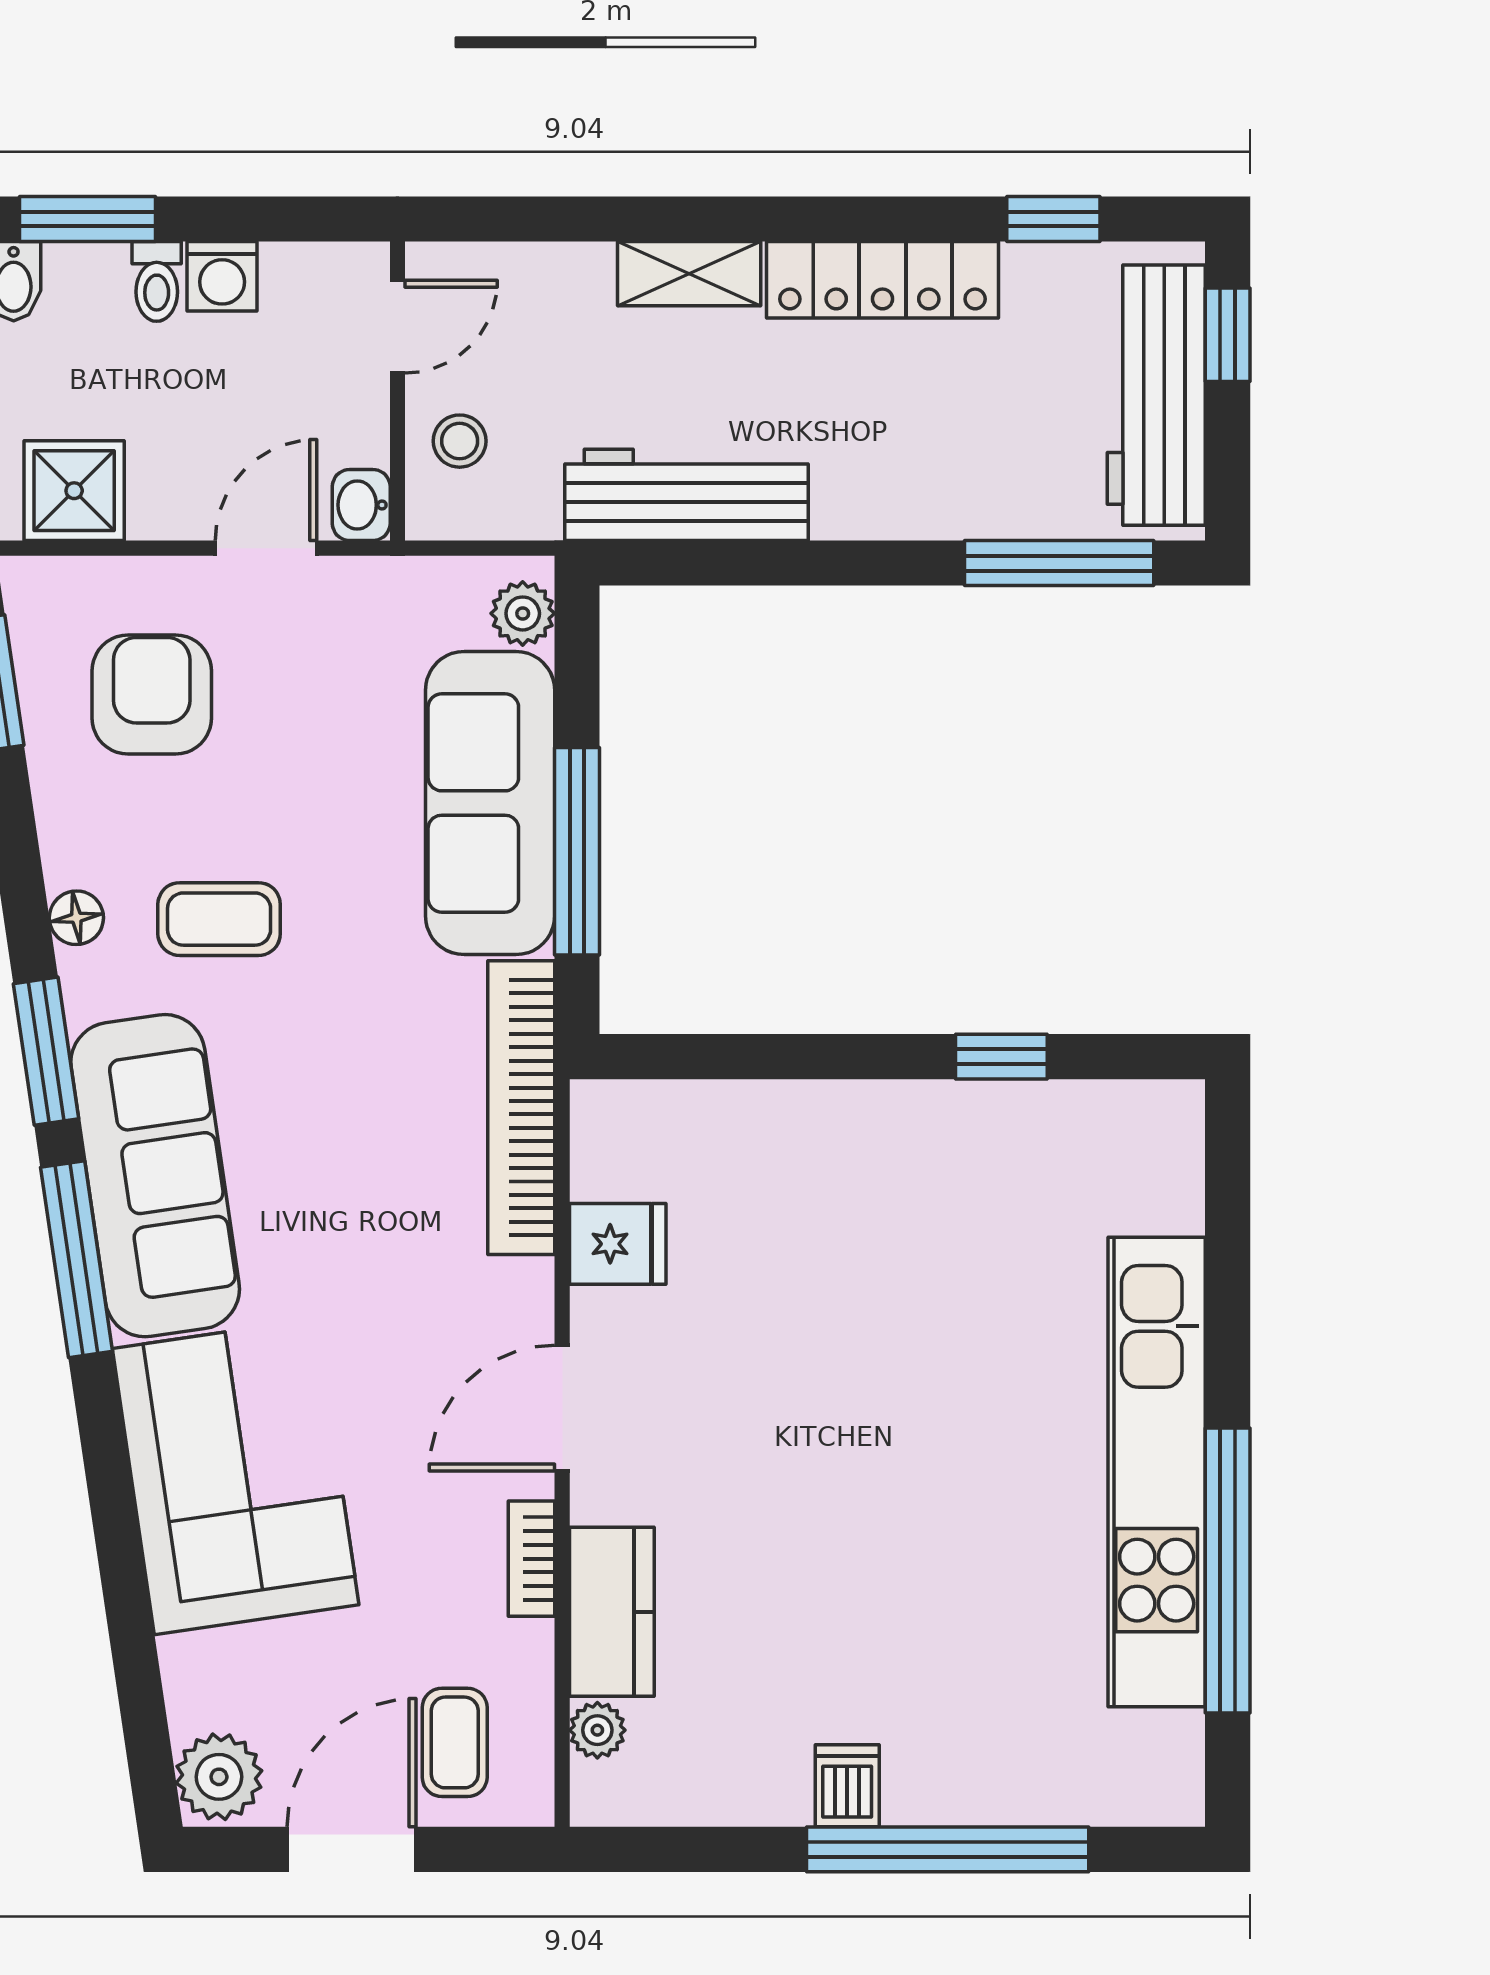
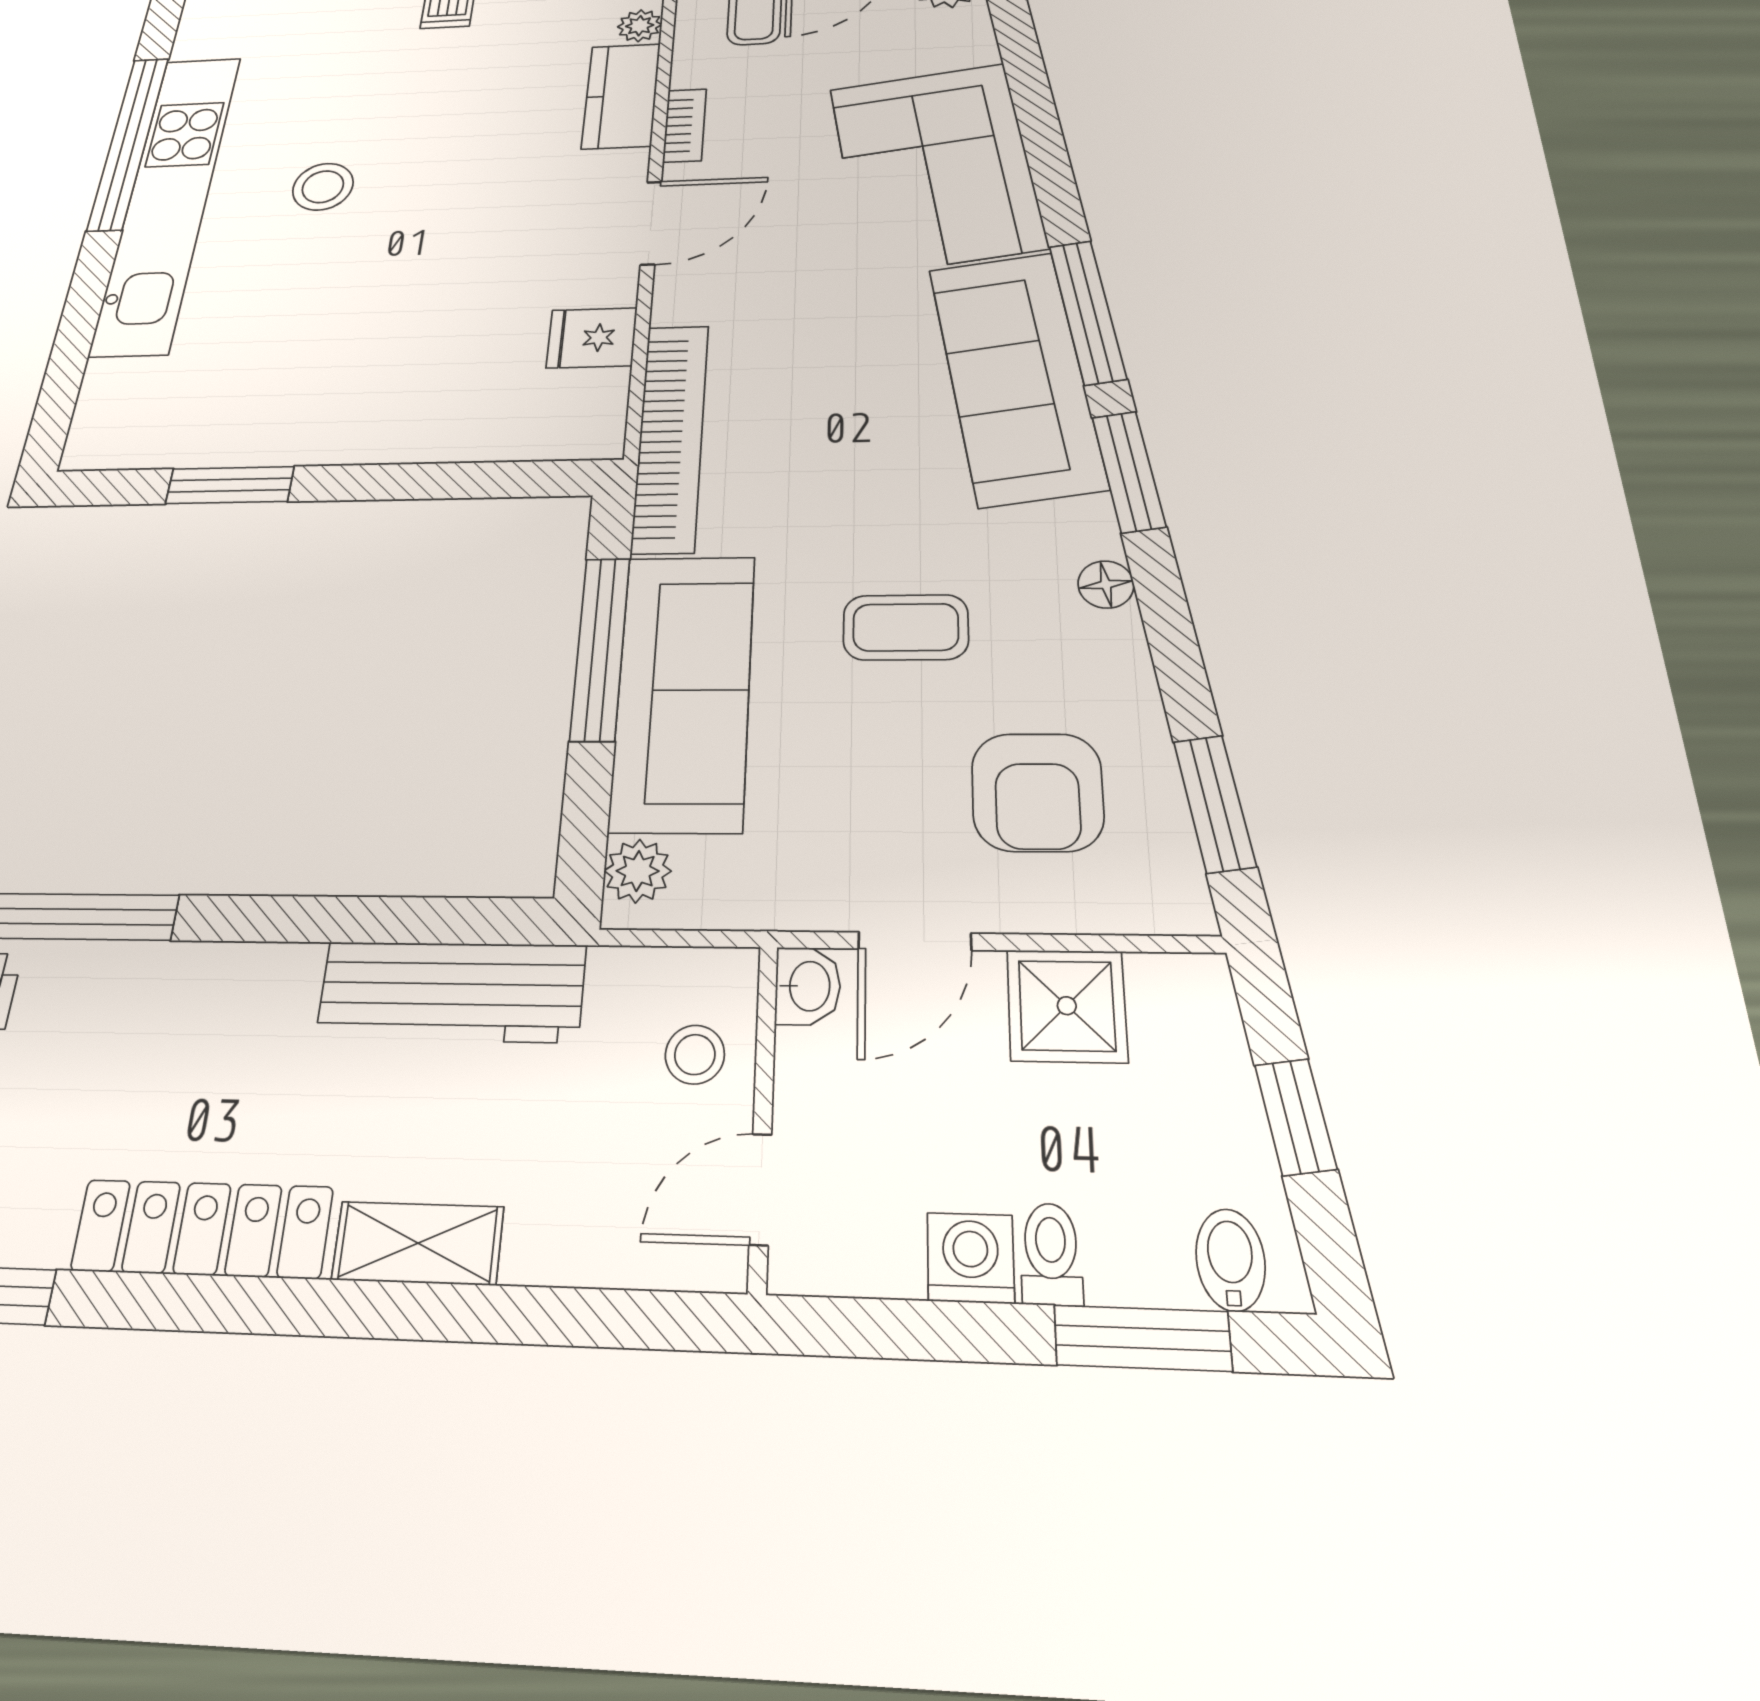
shower: (74, 491) -> (1067, 1006), moved
coffee table: (219, 919) -> (906, 627), moved
window: (1001, 1057) -> (230, 485), width x1.50
stool: (965, 1484) -> (323, 187), added

